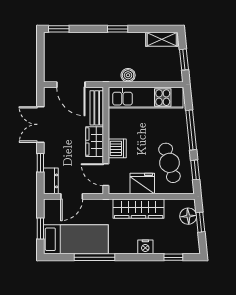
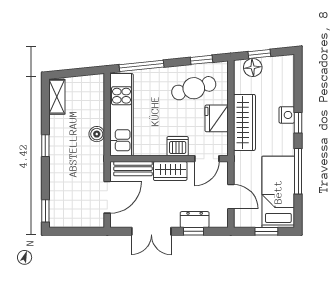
window: (184, 60) -> (79, 72), removed
window: (191, 130) -> (142, 66), moved
dresser: (51, 181) -> (195, 220), moved
window: (173, 257) -> (298, 123), moved

